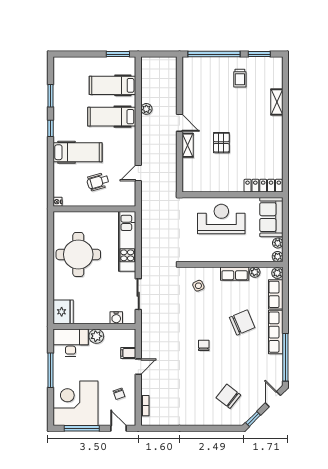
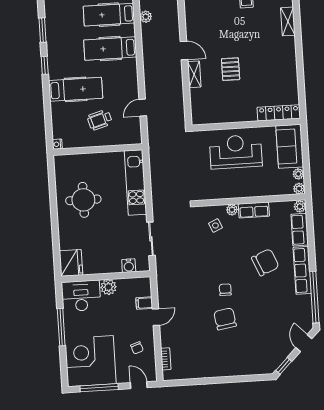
plant: (146, 109) -> (146, 17), moved
round table: (78, 254) -> (83, 200), width x0.73, depth x0.73
plant: (255, 272) -> (232, 210), moved
chair: (228, 396) -> (225, 319), moved, turned 43

